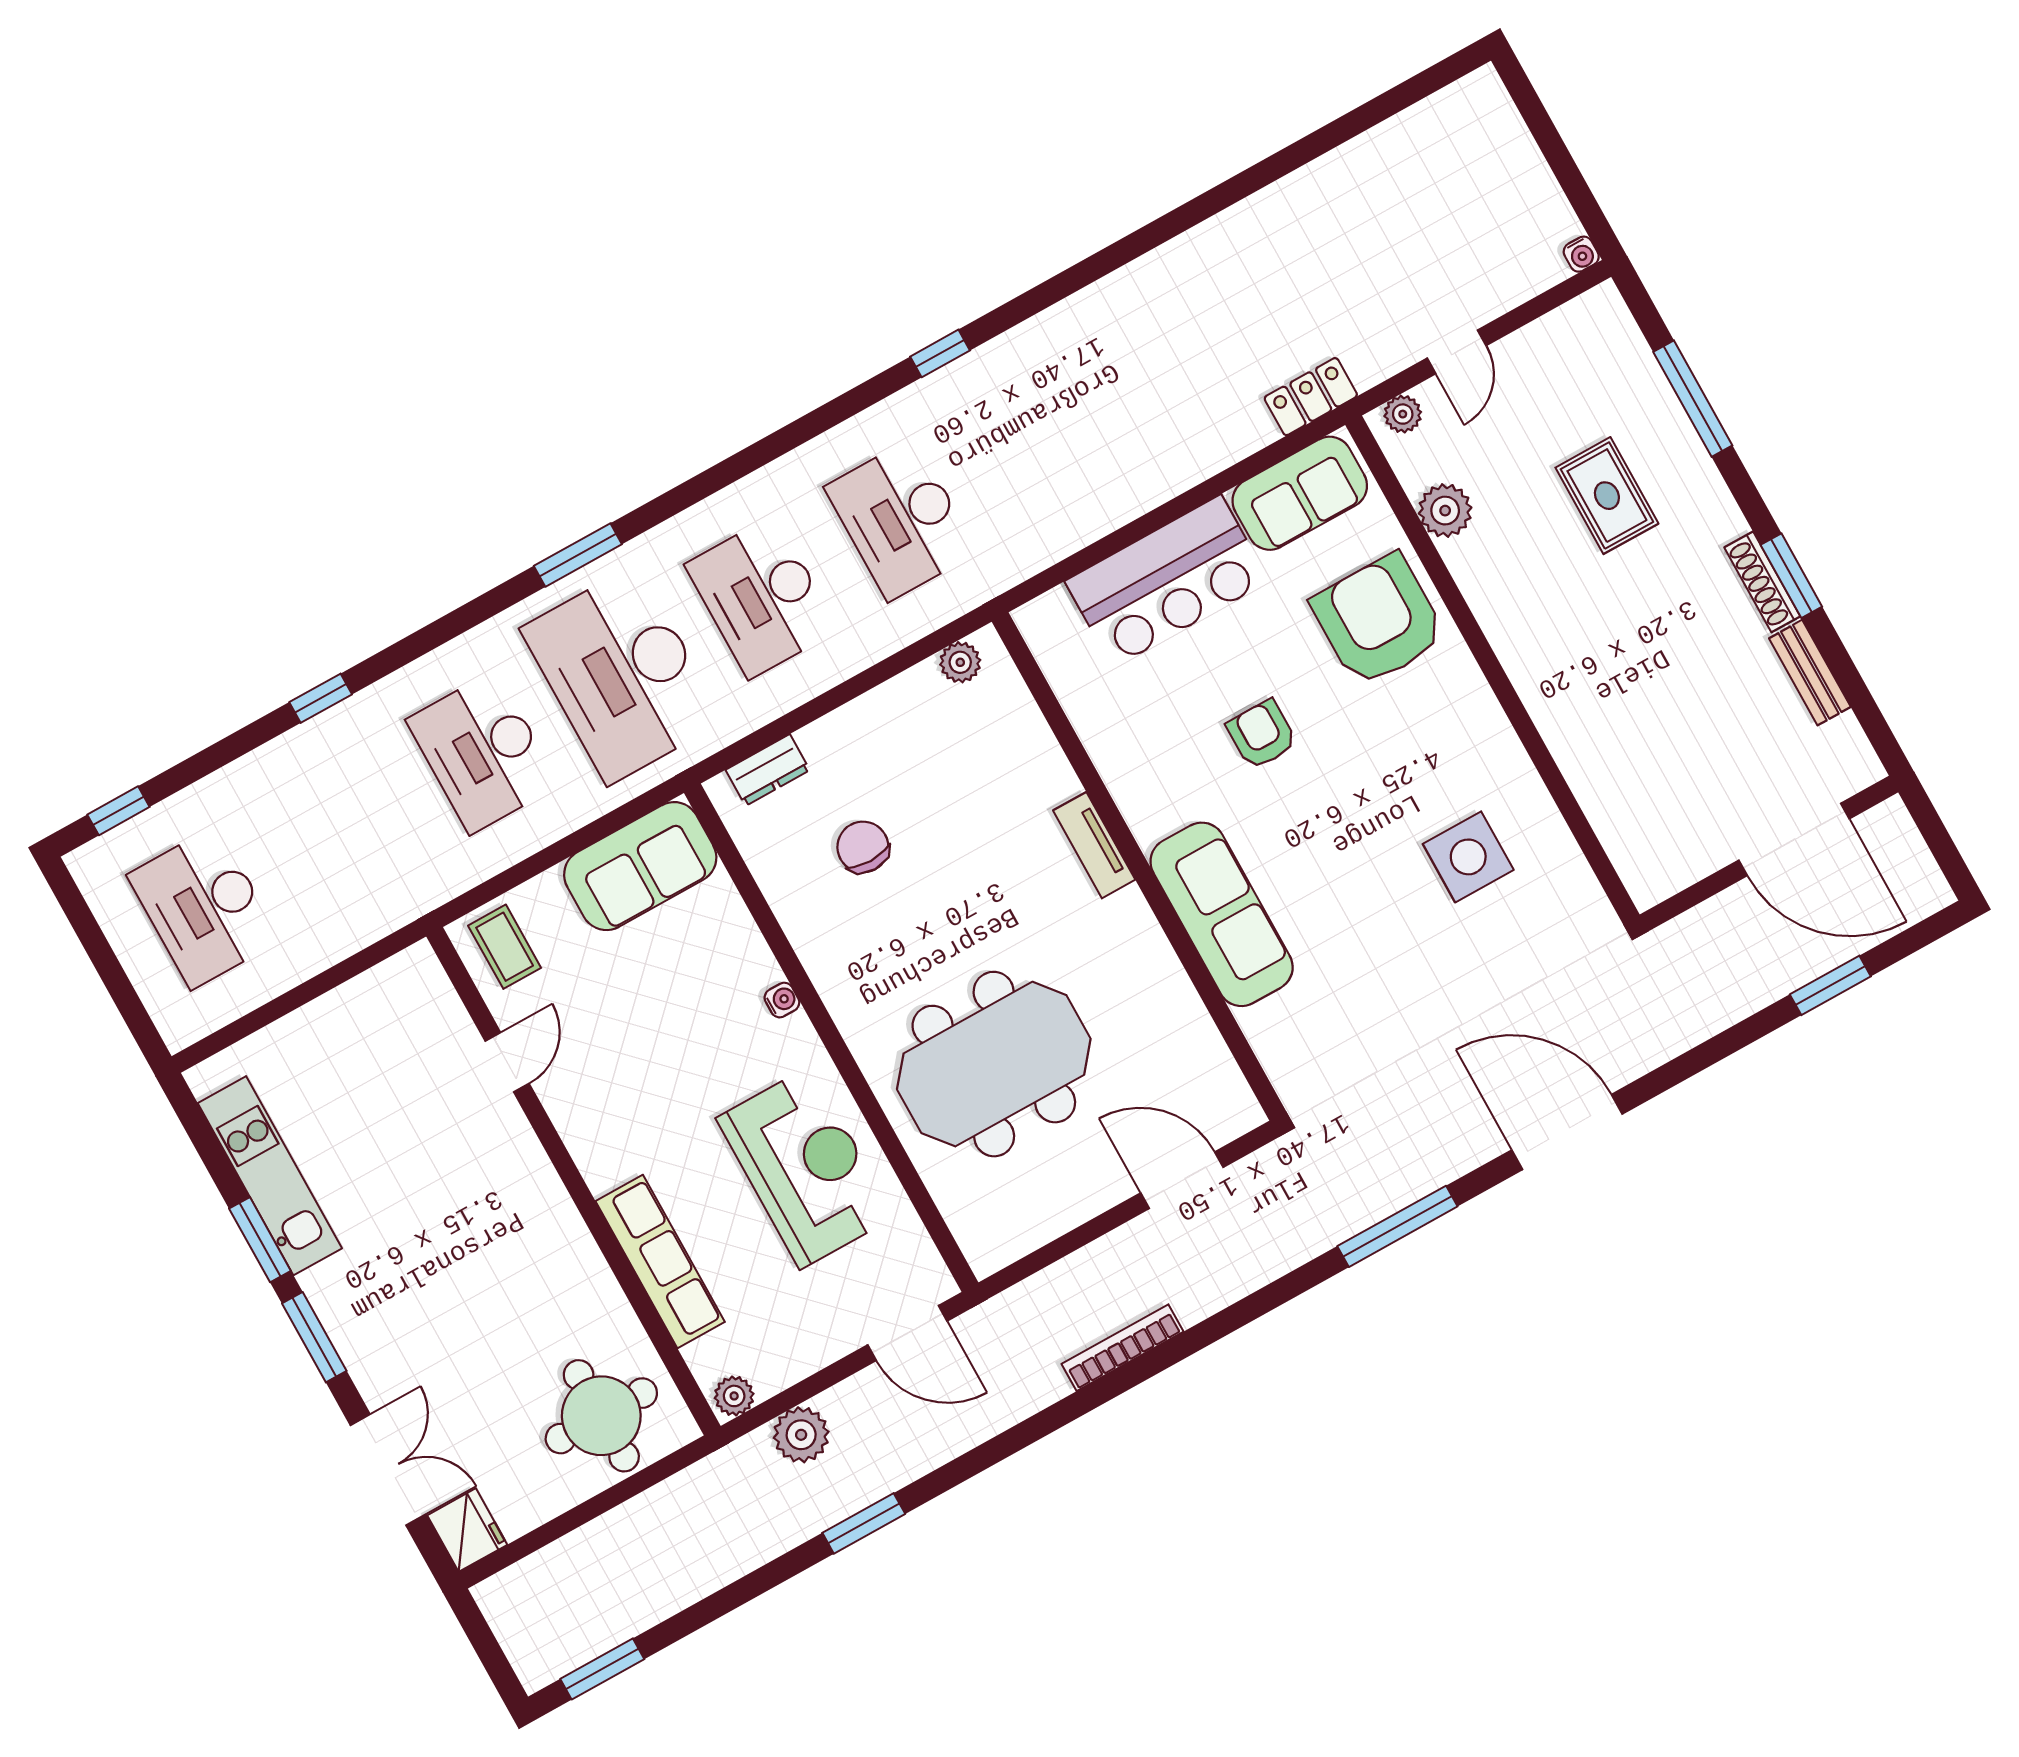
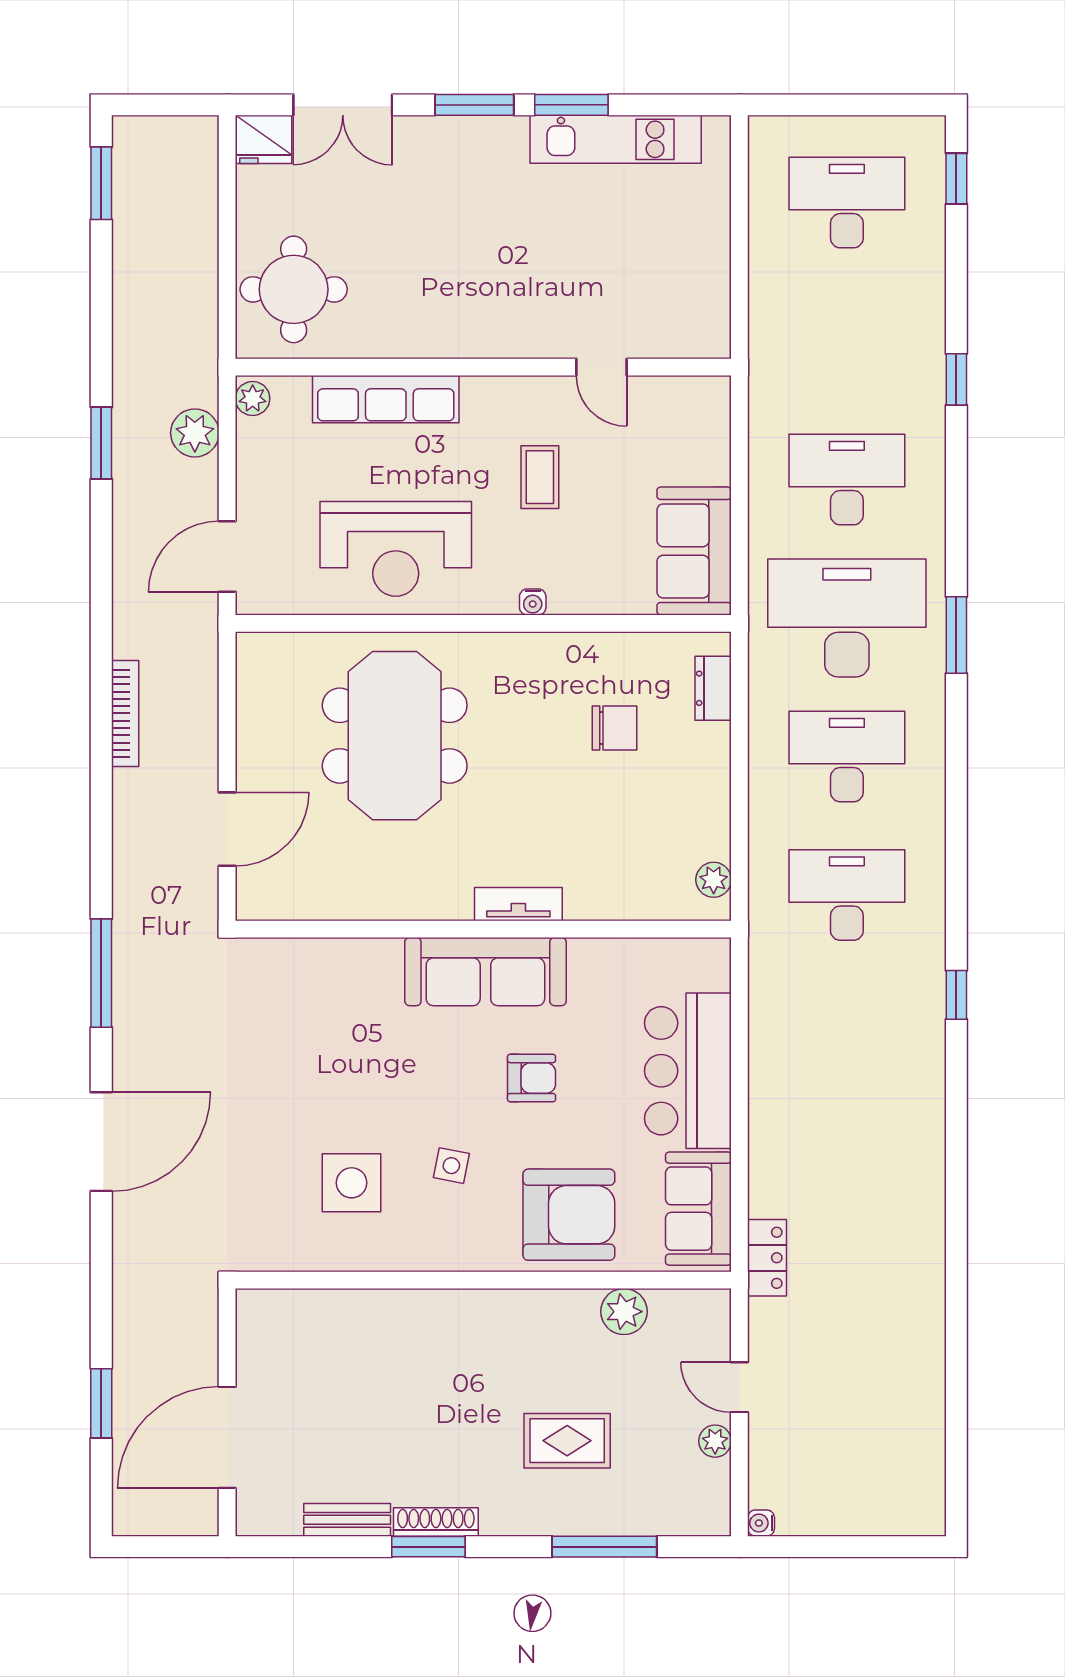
plant: (1403, 414) -> (715, 1441), moved
side table: (1395, 766) -> (451, 1166), added
sofa: (1222, 914) -> (485, 972), moved
coffee table: (505, 947) -> (540, 477), moved, turned 90

